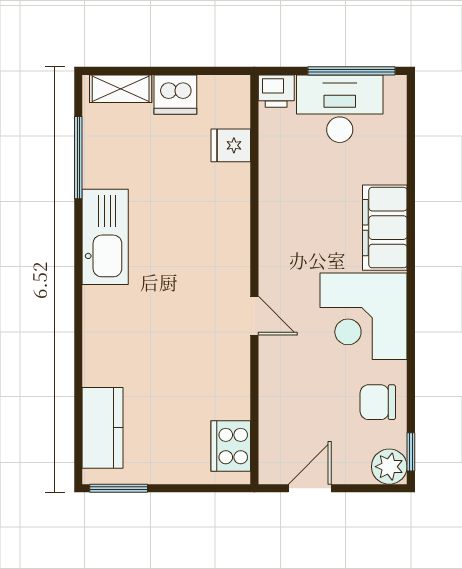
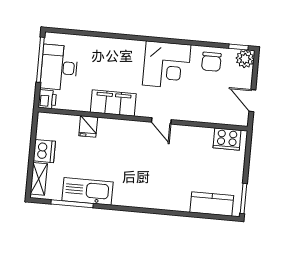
fridge: (231, 145) -> (88, 126), moved
filing cabinet: (385, 228) -> (113, 103), moved, turned 180
kitchen sink: (105, 237) -> (88, 191), moved
door: (254, 316) -> (161, 121), swing flipped

